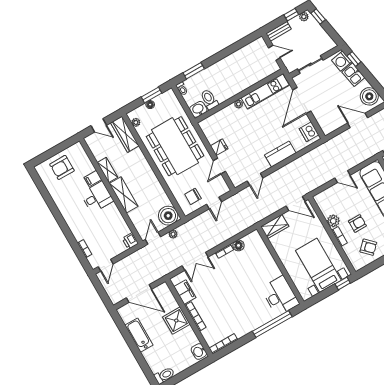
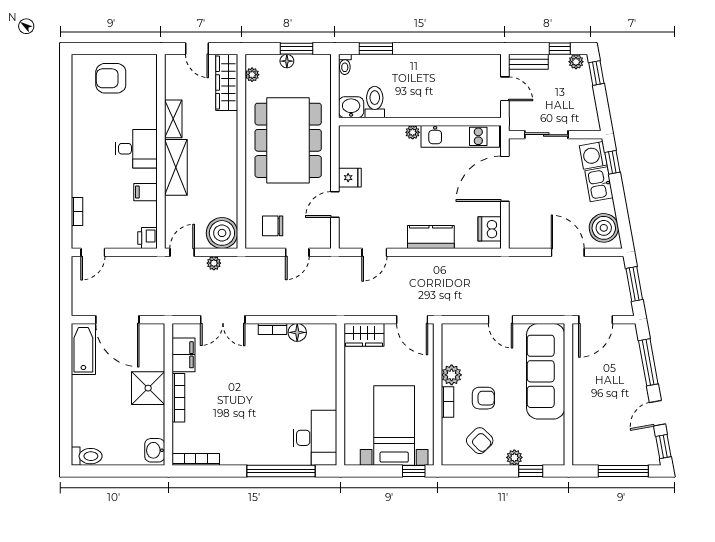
filing cabinet: (93, 178) -> (146, 192), moved
bathtub: (139, 335) -> (83, 349), moved

